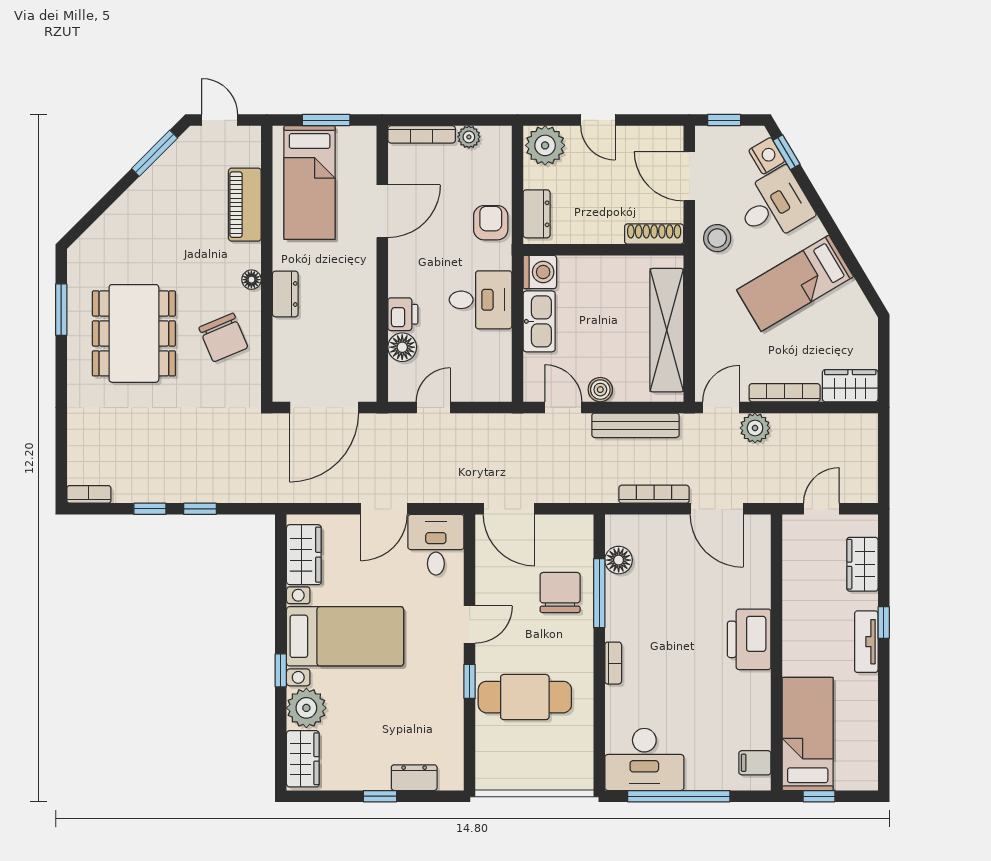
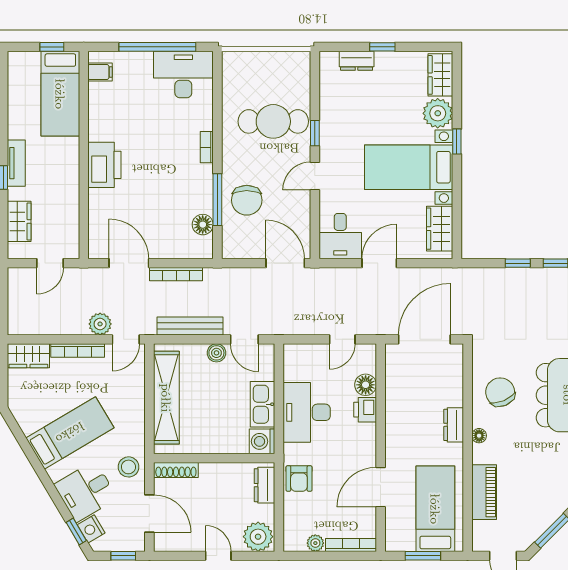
desk: (481, 300) -> (307, 412), width x1.37

